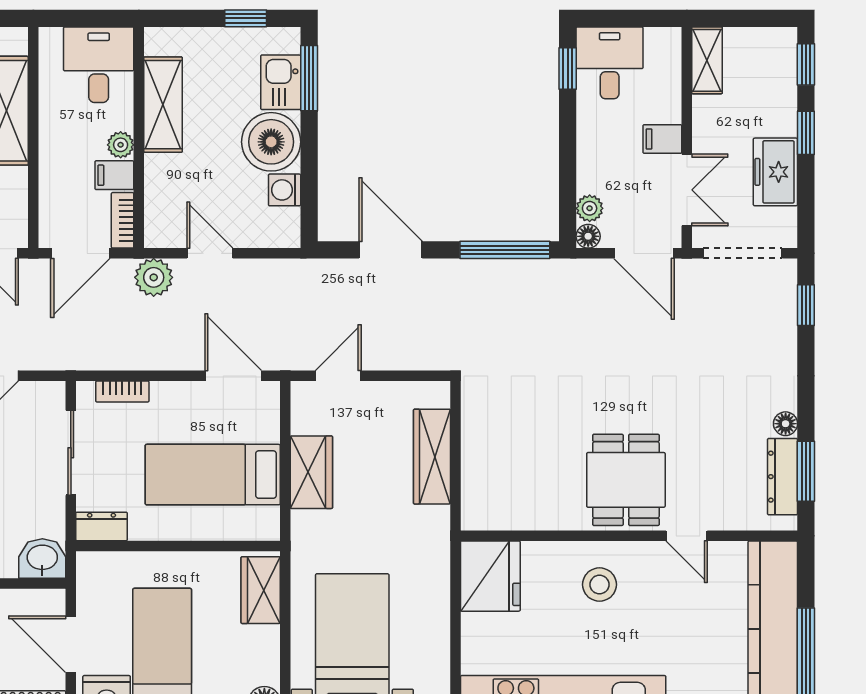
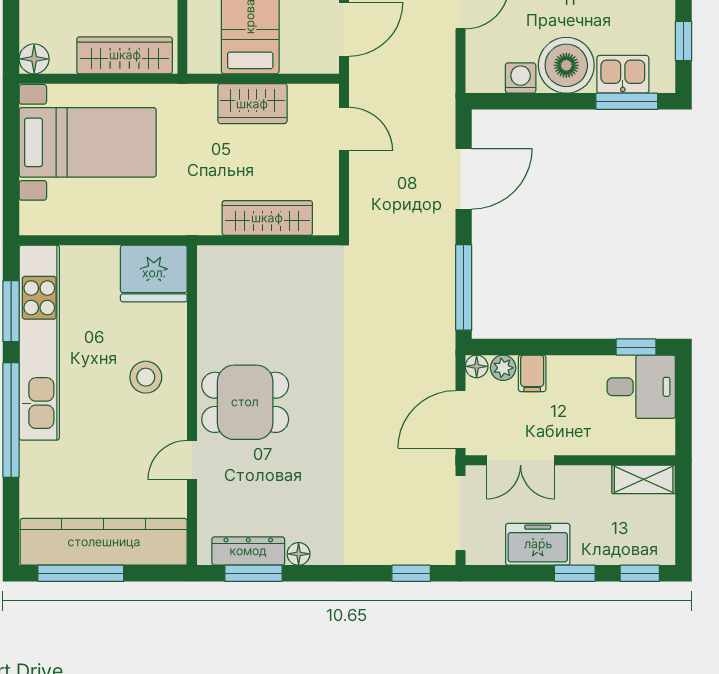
filing cabinet: (662, 139) -> (532, 373), moved, turned 180
wardrobe: (261, 590) -> (125, 55), width x1.50

